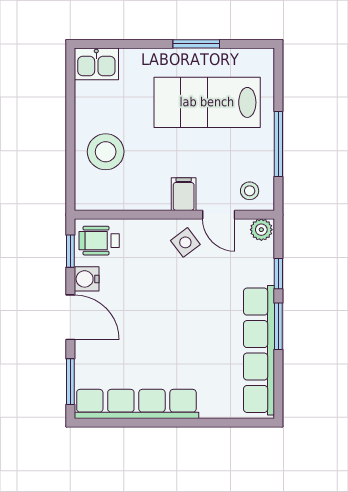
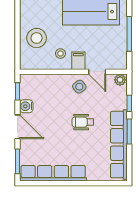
stool: (250, 191) -> (61, 53), moved
wheelchair: (99, 241) -> (83, 122), moved

